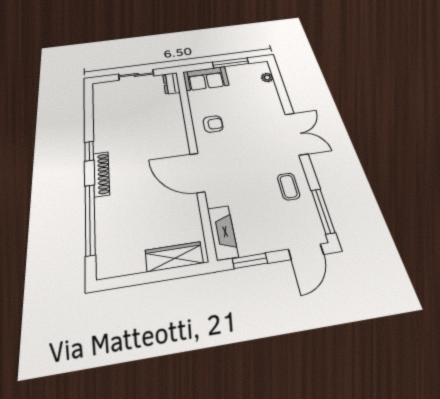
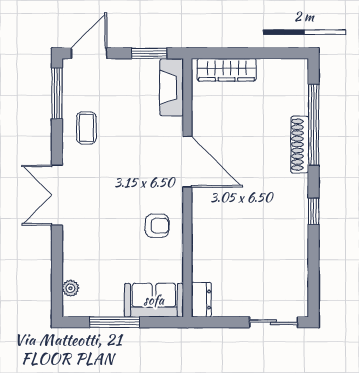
sliding door: (136, 75) -> (274, 322), moved
armchair: (213, 124) -> (157, 226), turned 180
shoe rack: (101, 174) -> (300, 145), moved

